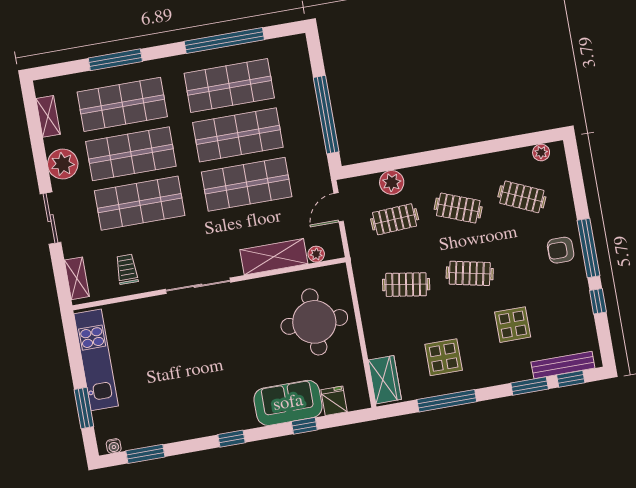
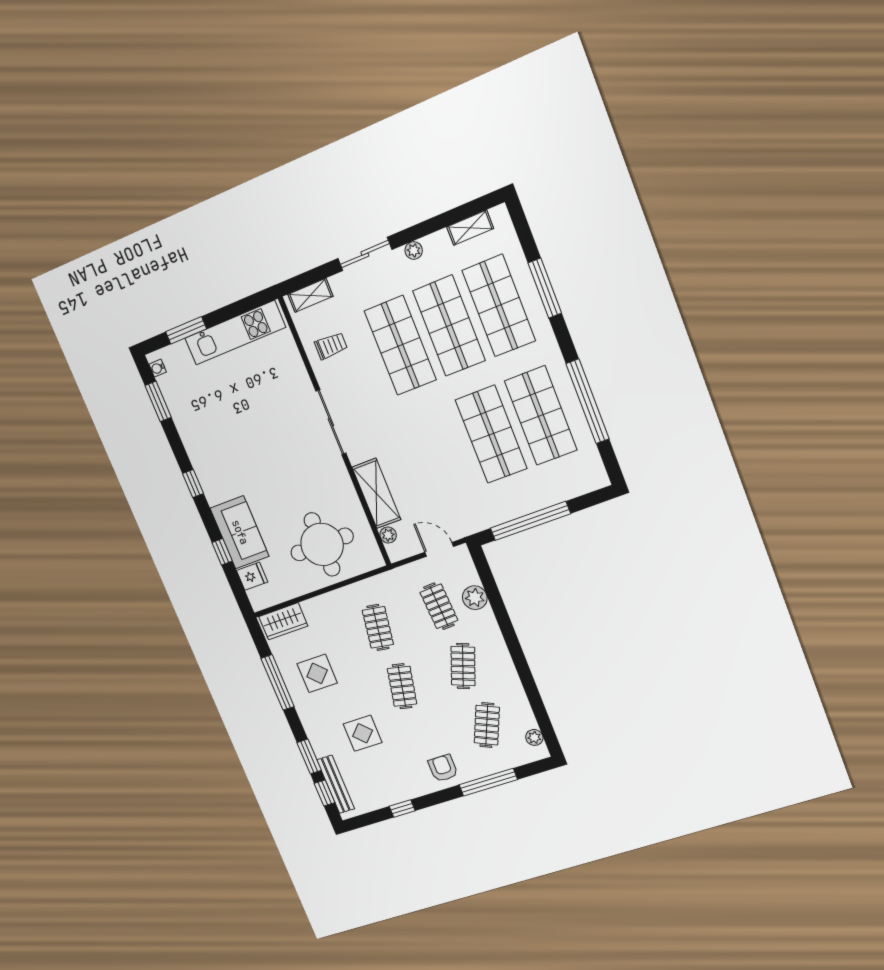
plant: (63, 164) -> (414, 250), width x0.53, depth x0.53
shop shelf: (247, 184) -> (443, 453), removed
window: (589, 248) -> (488, 782), moved

